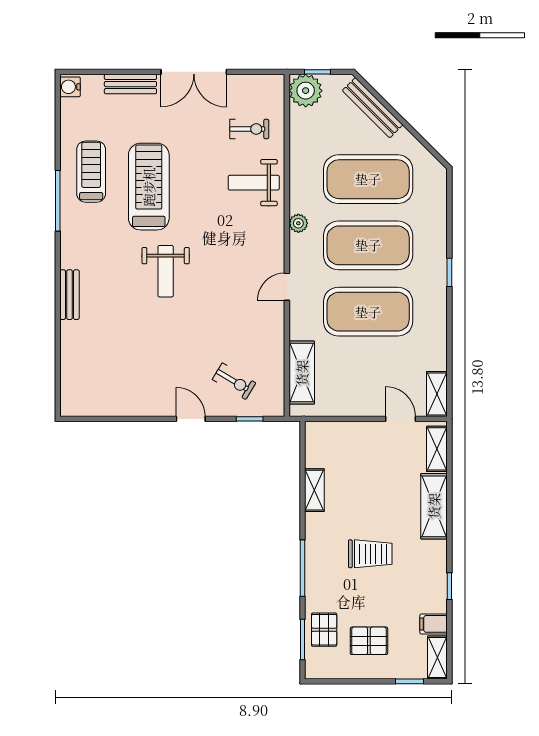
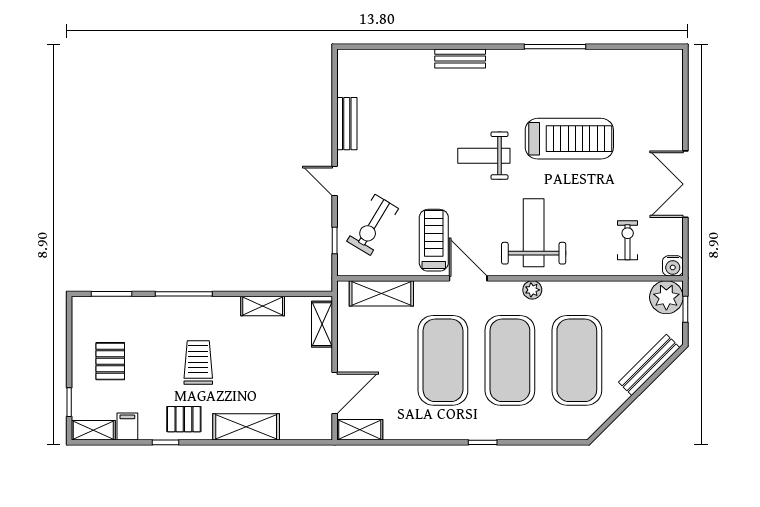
bench: (130, 84) -> (347, 124), moved
water cooler: (70, 87) -> (673, 266), moved, turned 180
exercise bike: (249, 129) -> (628, 240), turned 180
treadmill: (91, 172) -> (434, 240), moved, turned -90
weight bench: (254, 183) -> (534, 233), moved, width x1.36, depth x1.33
door: (287, 287) -> (468, 278), width x1.37
exercise bike: (234, 381) -> (373, 225), width x1.38, depth x1.39
door: (191, 419) -> (335, 181), swing flipped
door: (400, 419) -> (335, 393), width x1.38
shelving: (437, 449) -> (322, 324), moved, turned 90
trolley: (370, 554) -> (198, 362), turned 180
pallet: (324, 630) -> (184, 419), moved

